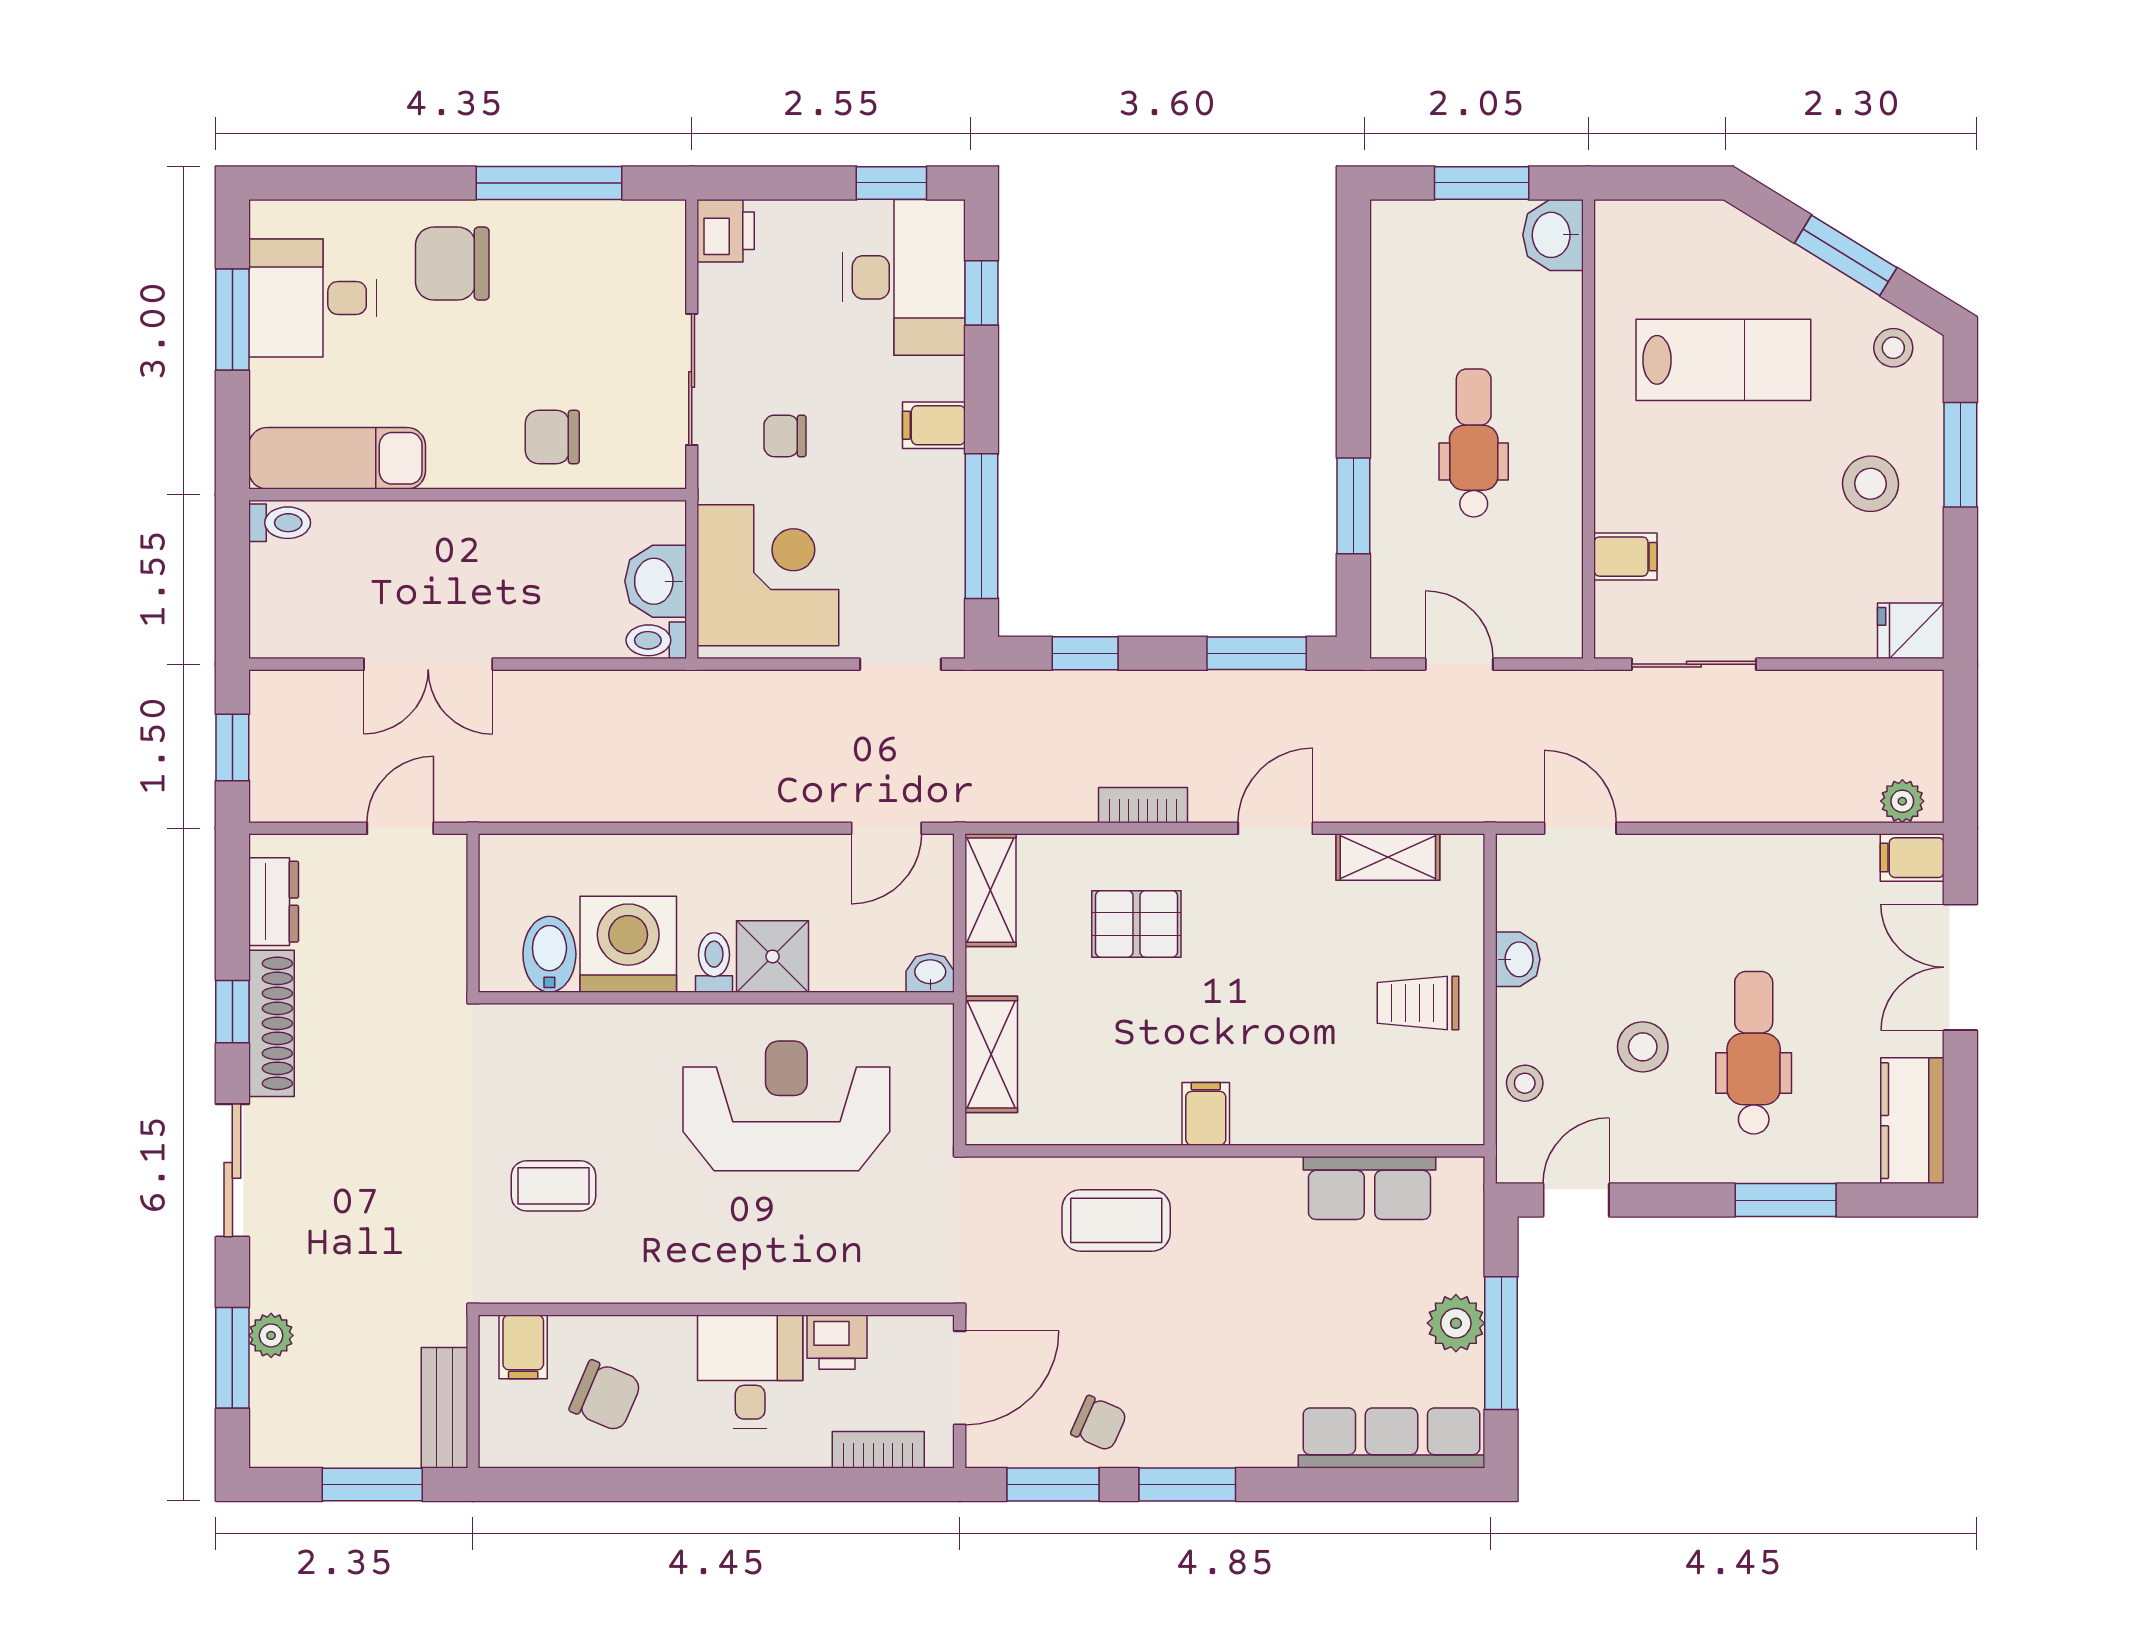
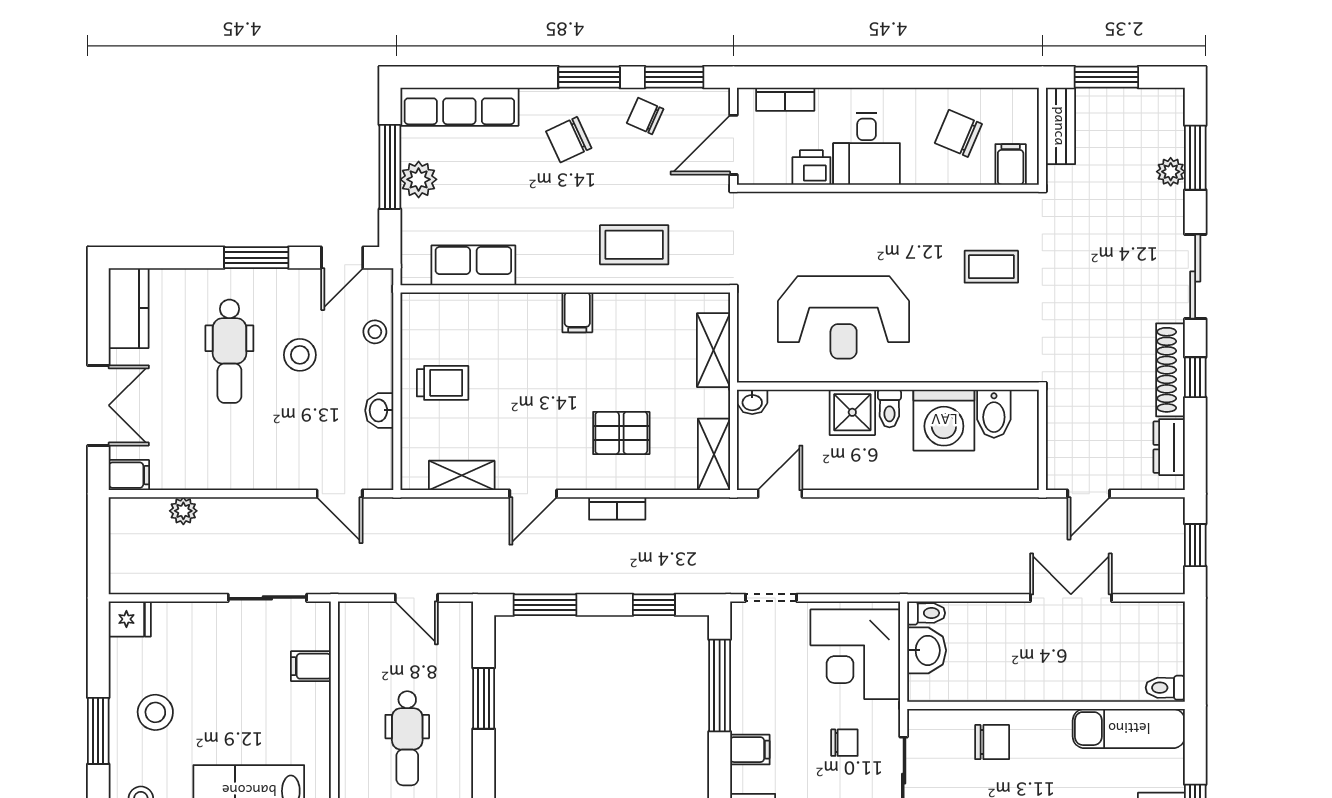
plant: (1902, 801) -> (183, 511), moved
window: (1786, 1200) -> (256, 258), moved
chair: (1219, 1386) -> (569, 140), added

